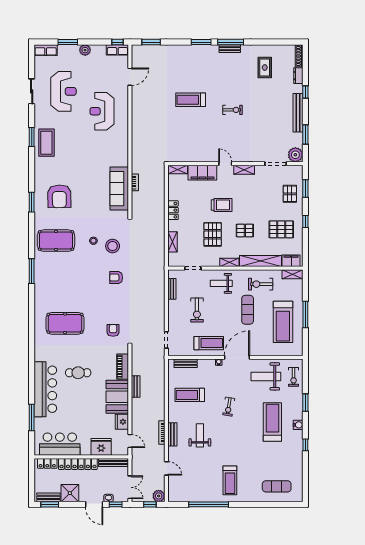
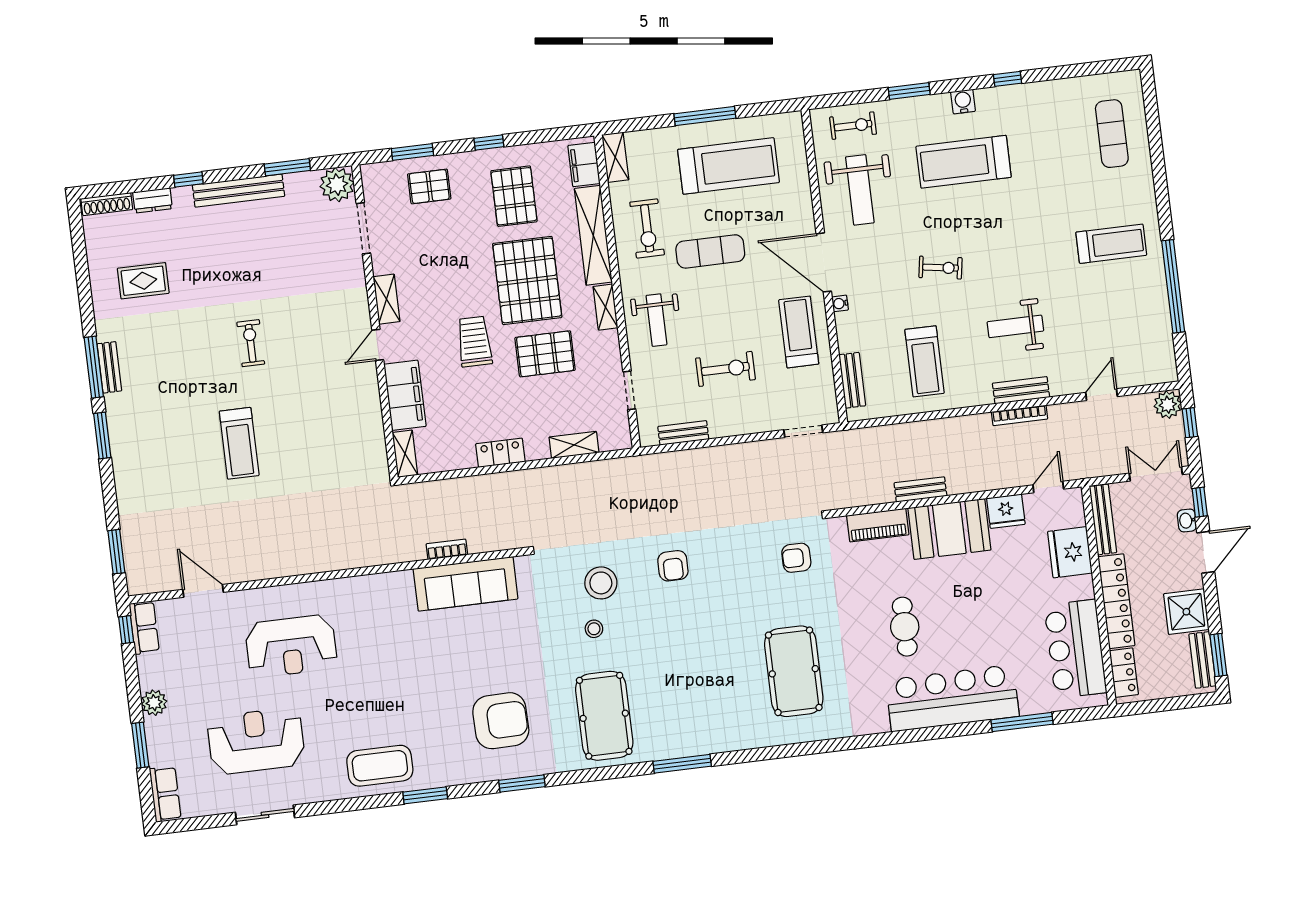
window: (32, 137) -> (425, 795), moved
pallet: (245, 231) -> (527, 280), width x2.05, depth x2.00

